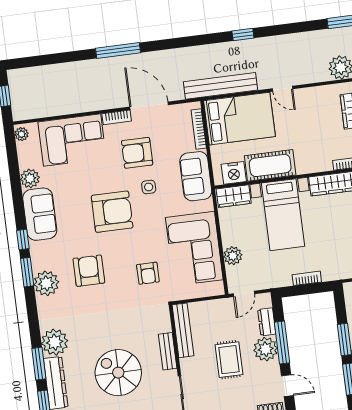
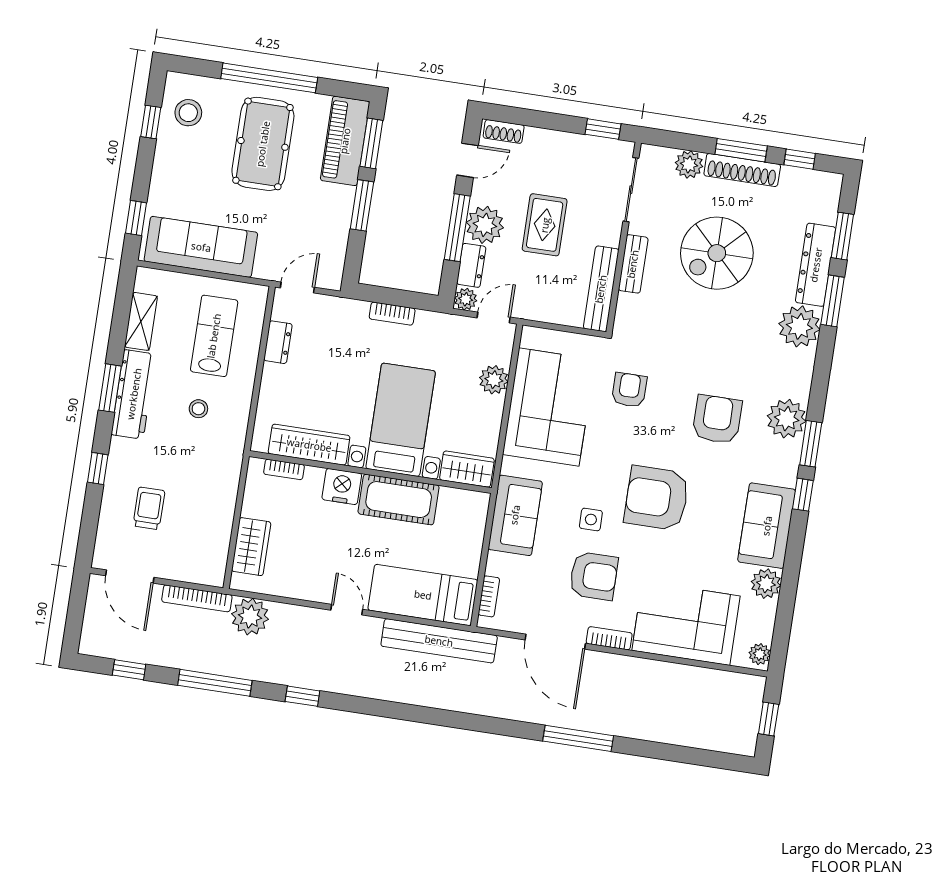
window: (243, 34) -> (302, 696), moved
bed: (239, 119) -> (423, 595), width x0.67
bookcase: (199, 129) -> (489, 596), width x0.64
nightstand: (234, 173) -> (342, 486), moved
armchair: (89, 271) -> (717, 419), turned 180
plant: (264, 300) -> (466, 299), added
spiral stairs: (118, 373) -> (717, 253), turned 90
door: (288, 386) -> (467, 160), swing flipped

